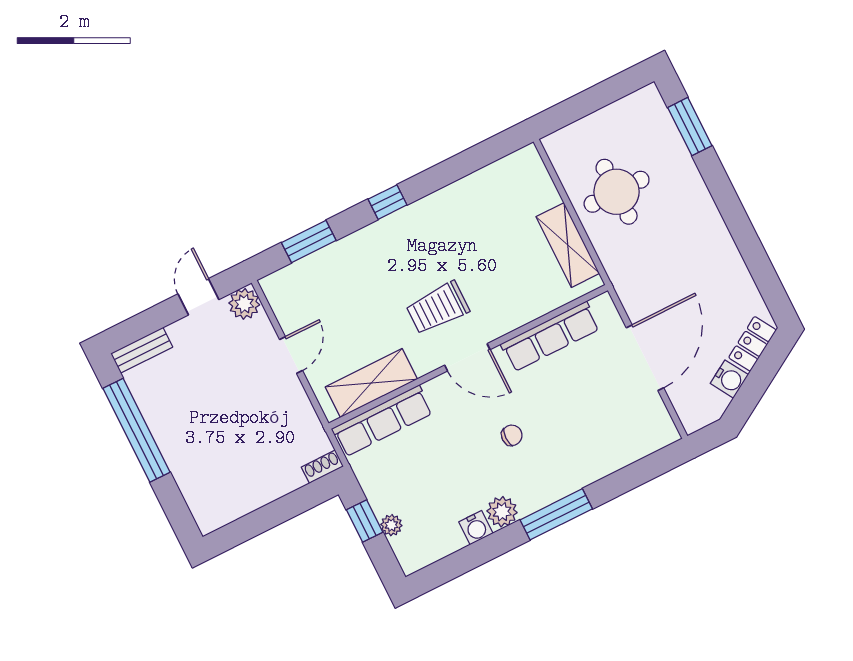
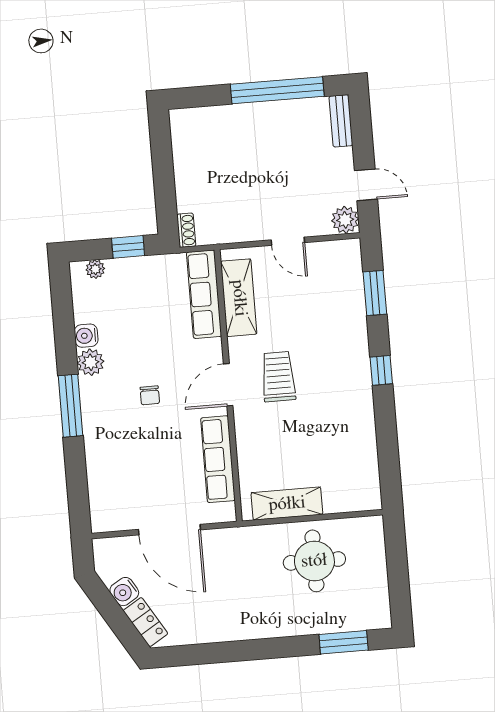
plant: (391, 525) -> (95, 269), moved

